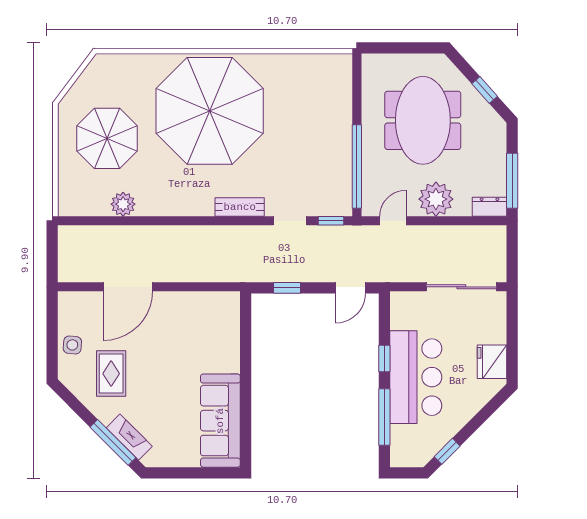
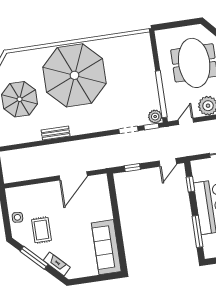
plant: (123, 204) -> (155, 117), moved
bench: (240, 207) -> (56, 133), moved
door: (128, 287) -> (73, 176), moved
window: (384, 359) -> (190, 184), moved
window: (113, 442) -> (34, 258), moved

